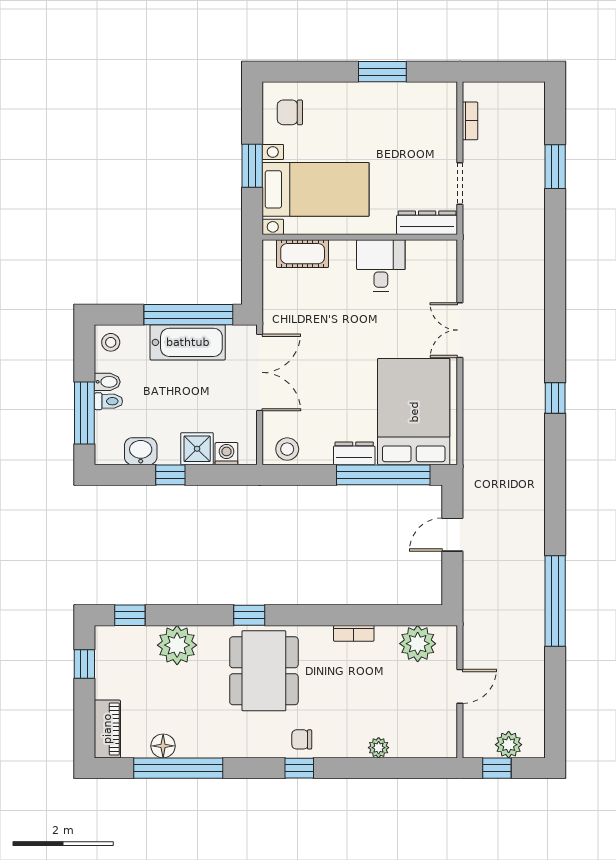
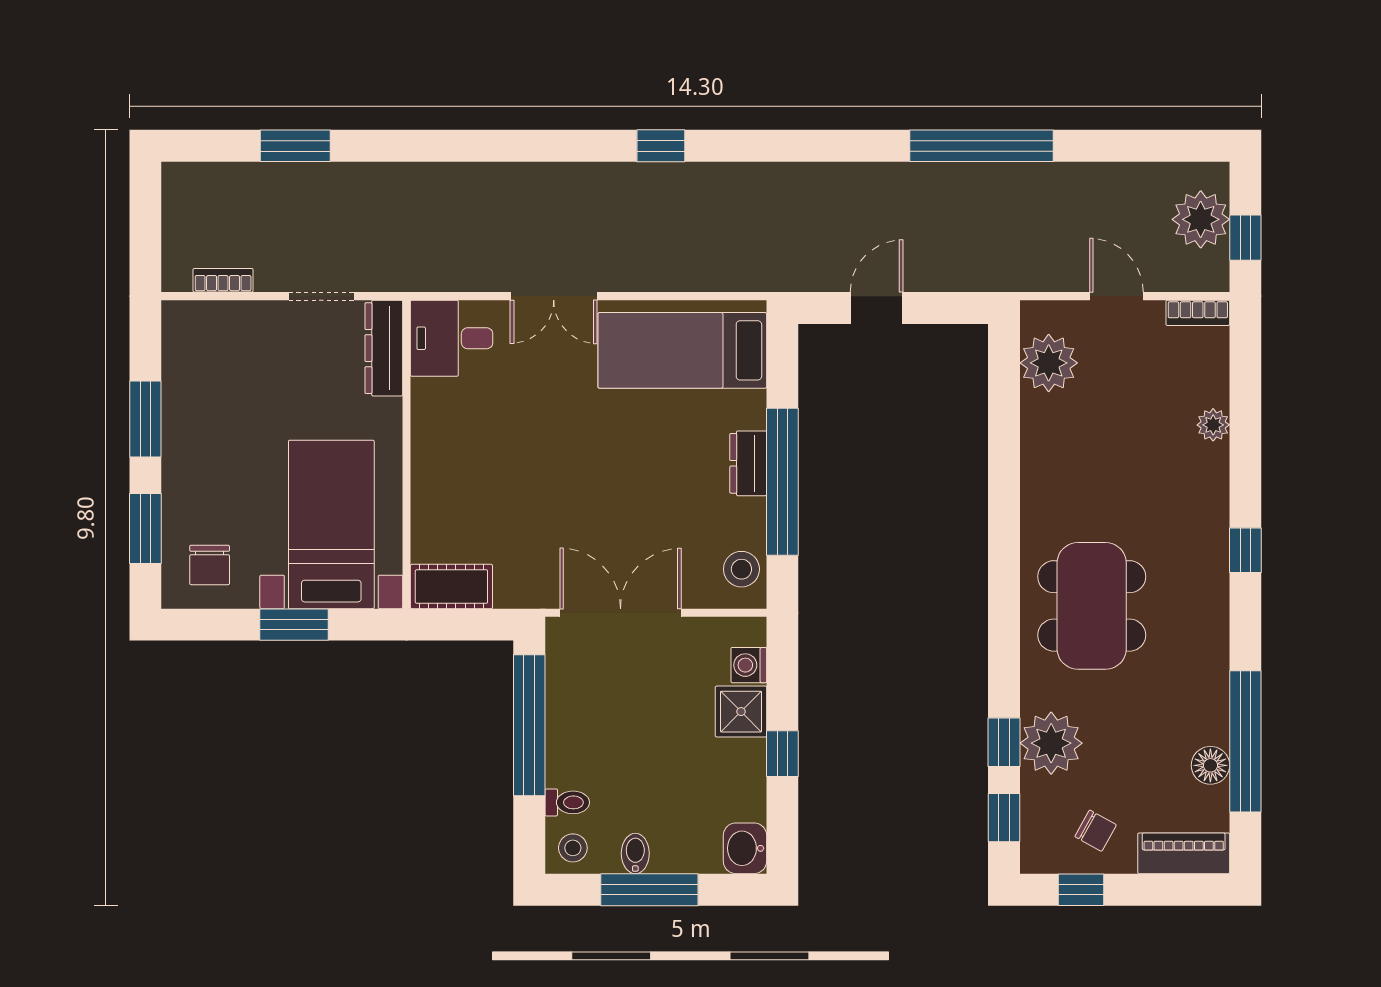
window: (313, 72) -> (145, 528), added
cot: (303, 254) -> (451, 586), moved, turned 90
desk: (381, 266) -> (452, 338), moved
bathtub: (188, 342) -> (573, 726), removed
toilet: (108, 401) -> (567, 802), moved, turned 90
bed: (414, 412) -> (682, 350), width x0.67
window: (84, 413) -> (649, 890), moved
washbasin: (141, 451) -> (745, 848), moved
window: (383, 475) -> (782, 482), moved
door: (452, 535) -> (877, 308), swing flipped
window: (249, 615) -> (1004, 742), moved
bookcase: (354, 633) -> (1198, 313), moved, turned 90
dining table: (264, 671) -> (1092, 606), turned 90
chair: (302, 739) -> (1096, 831), moved, turned -61
plant: (509, 745) -> (1201, 219), width x1.36, depth x1.36

